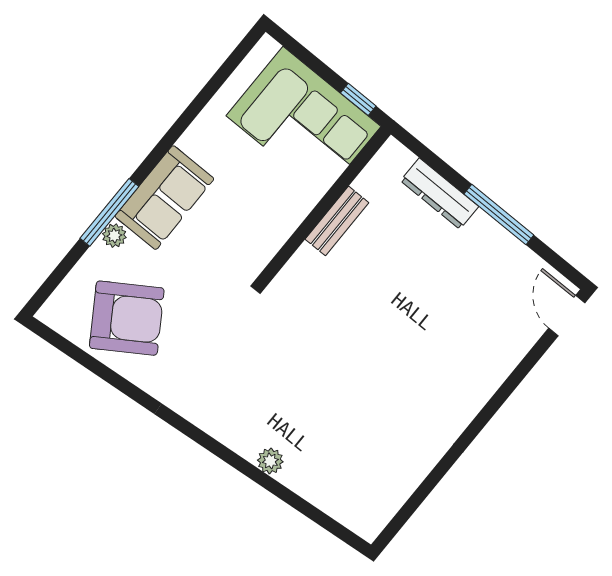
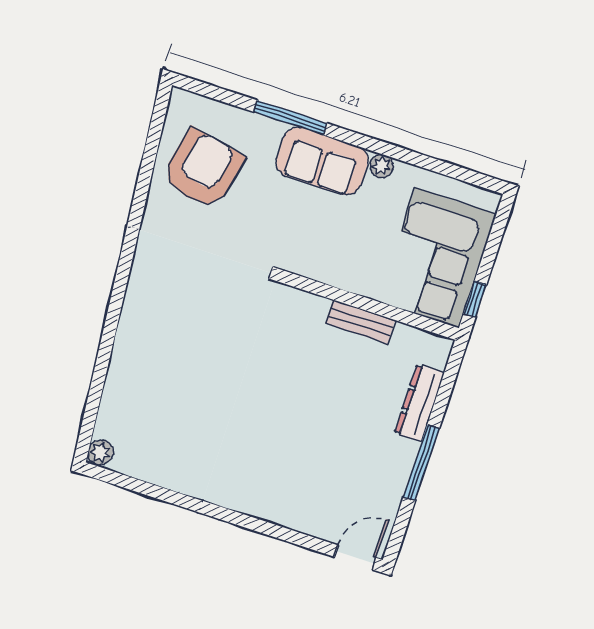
plant: (114, 236) -> (381, 166), moved
armchair: (127, 318) -> (203, 169), turned -135
plant: (270, 461) -> (101, 452), moved

